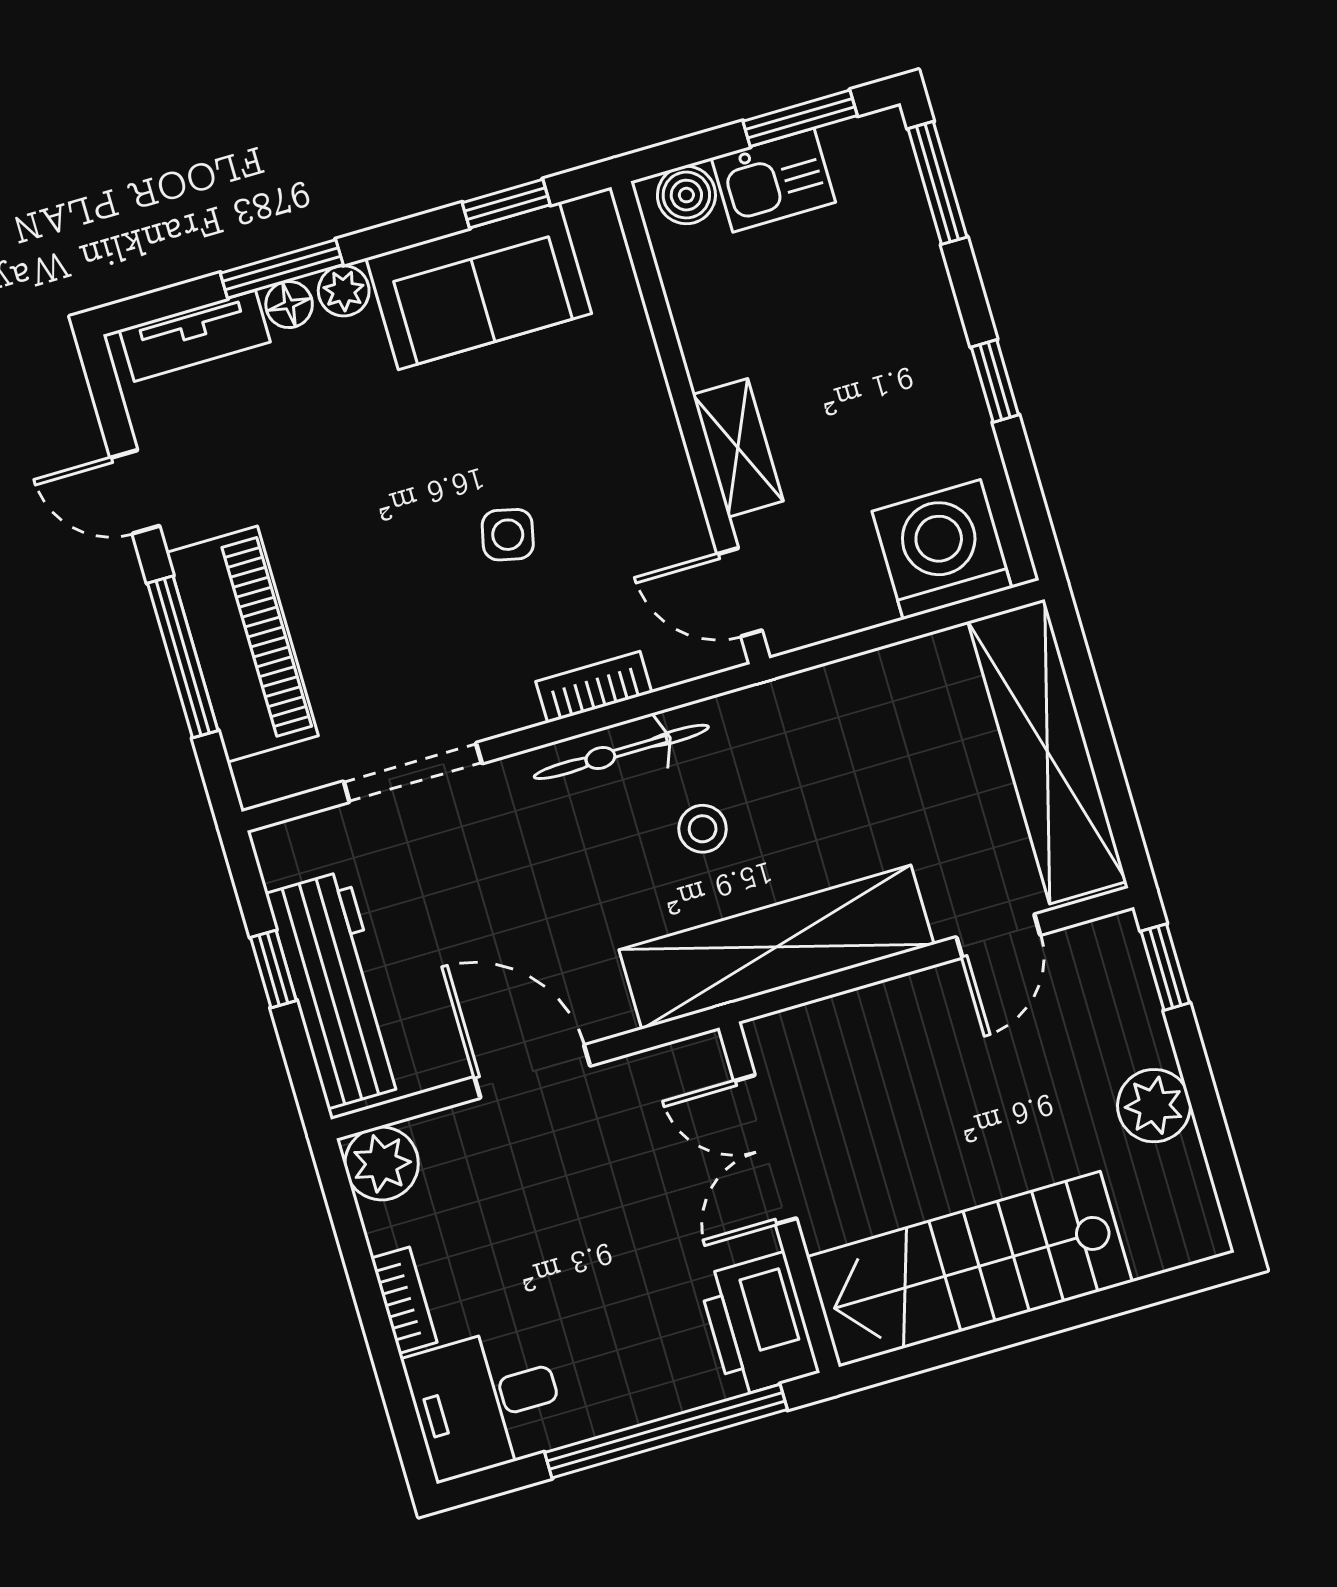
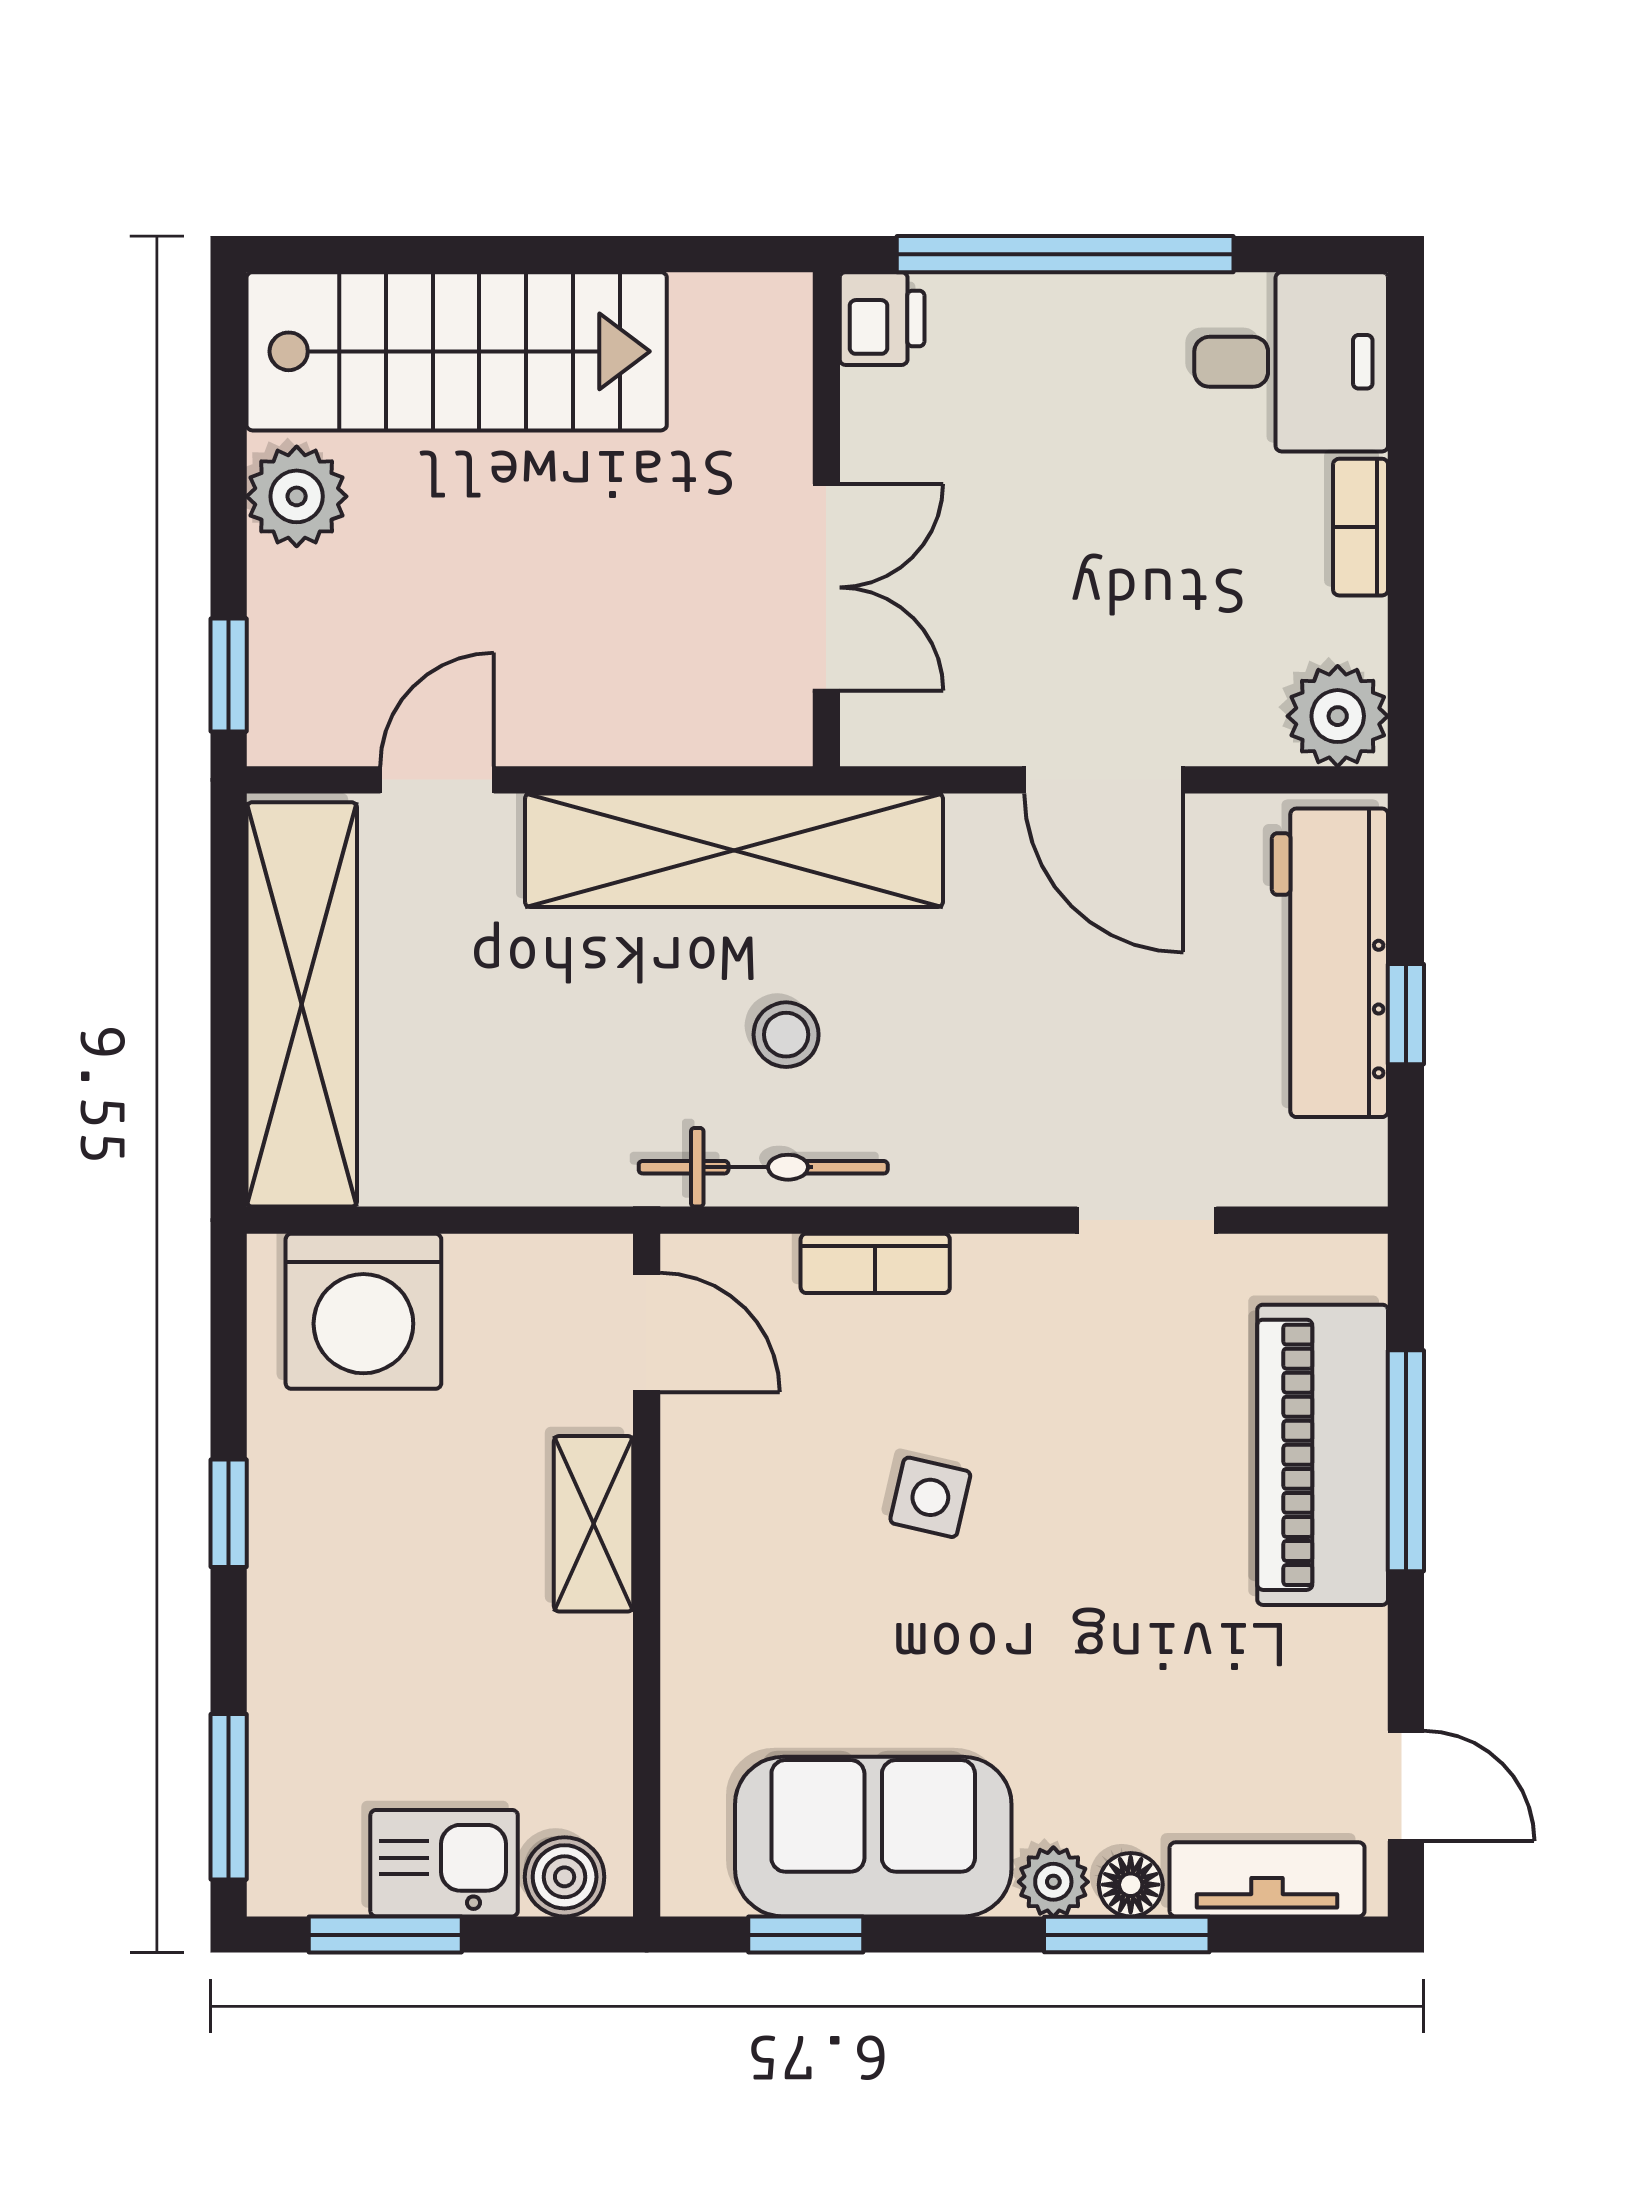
door: (135, 492) -> (1406, 1786), moved
bicycle: (621, 752) -> (763, 1167), moved
doorway: (413, 772) -> (1147, 1220), width x0.73
stairs: (969, 1269) -> (457, 351), moved
printer: (758, 1325) -> (882, 319), width x0.53, depth x0.68

